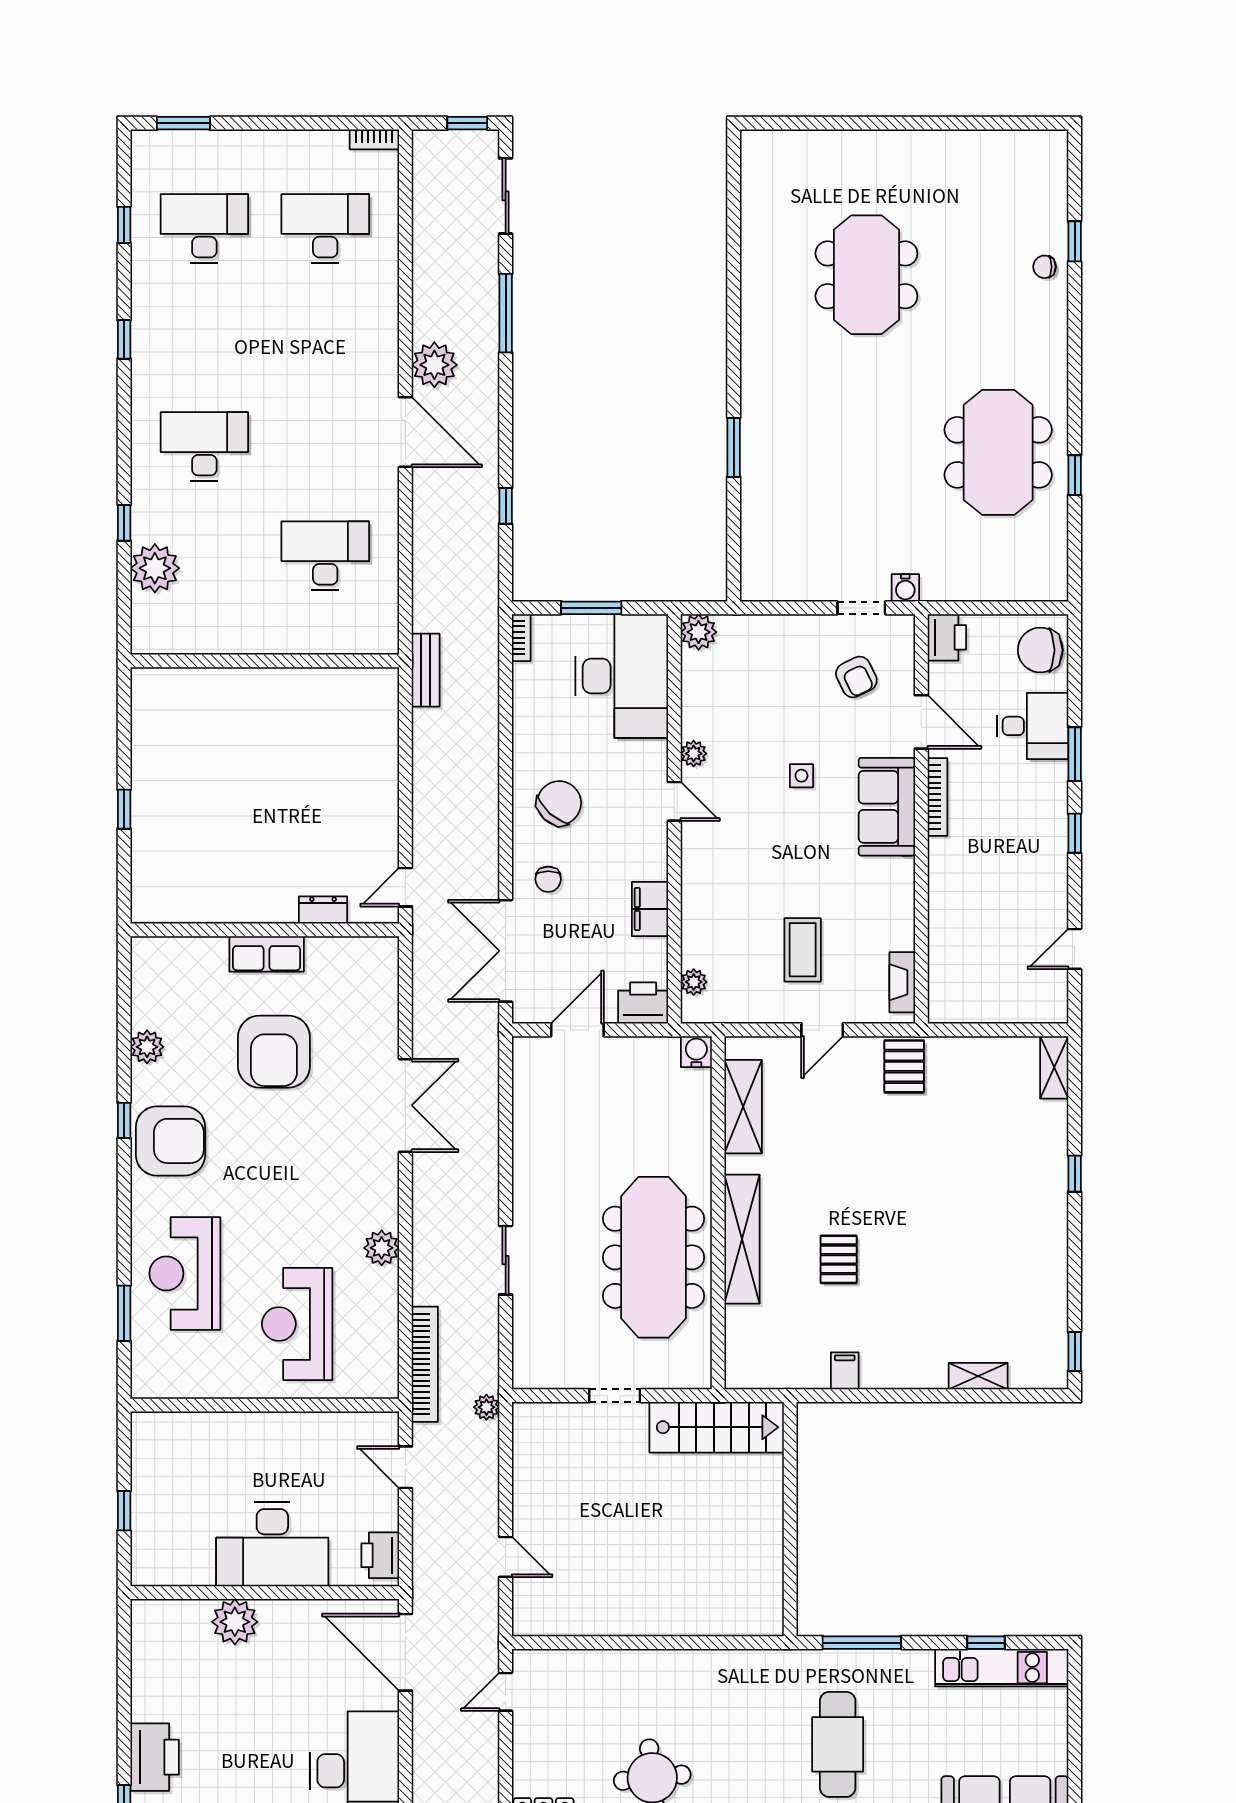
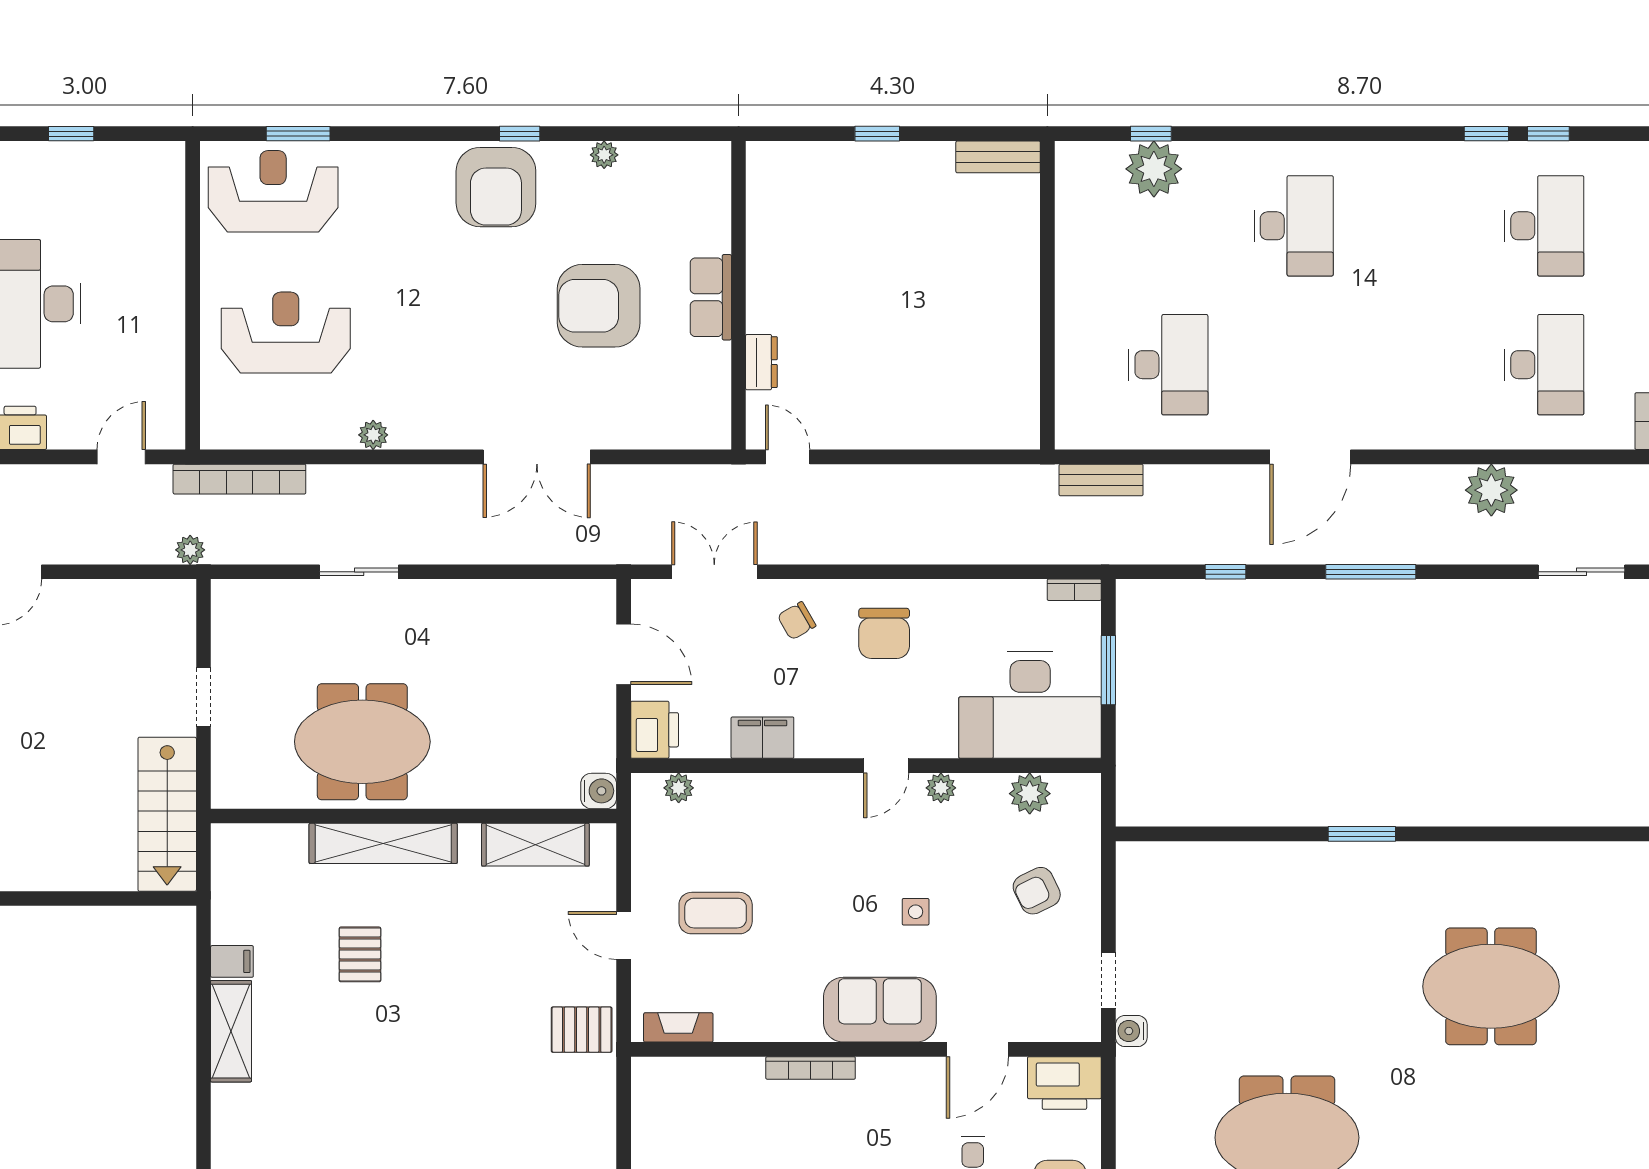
window: (506, 313) -> (1371, 572), moved
window: (124, 339) -> (1486, 134), moved
plant: (434, 365) -> (1491, 490), moved
window: (734, 447) -> (1362, 834), moved
window: (124, 523) -> (1151, 134), moved
plant: (699, 632) -> (1030, 794), moved
printer: (947, 637) -> (1064, 1083), width x1.37, depth x1.19
bench: (426, 670) -> (1101, 480), moved
armchair: (856, 677) -> (1037, 891), moved
bench: (144, 704) -> (998, 157), added
bookcase: (938, 797) -> (811, 1068), moved
chair: (559, 803) -> (884, 633), turned 48
chair: (548, 879) -> (797, 621), turned -30
double door: (506, 951) -> (714, 572), width x0.73
plant: (147, 1047) -> (604, 155), width x0.73, depth x0.73
plant: (382, 1248) -> (373, 435), width x0.73, depth x0.73
meeting table: (653, 1257) -> (362, 742), width x0.73
pallet: (839, 1259) -> (360, 954), turned 90
reception desk: (185, 1273) -> (273, 191), moved
shelving: (978, 1376) -> (231, 1031), moved, width x1.50, depth x1.33

